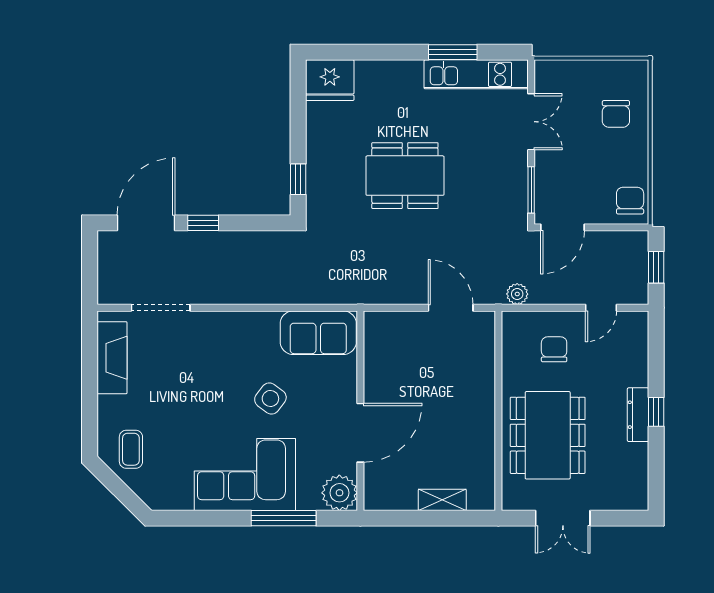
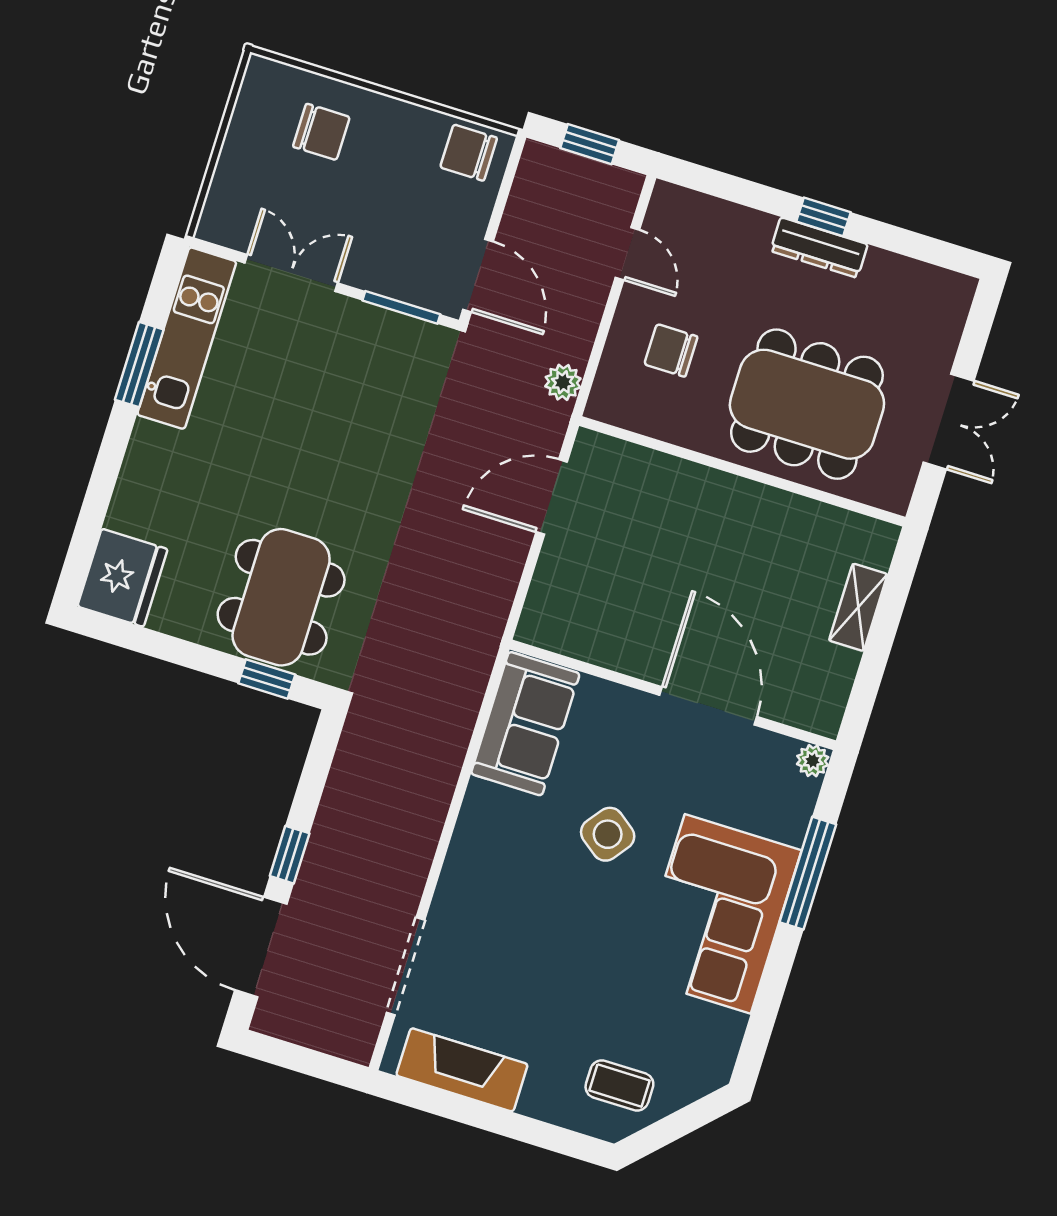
dining table: (405, 176) -> (281, 597), moved
plant: (339, 493) -> (813, 761), width x0.53, depth x0.53

